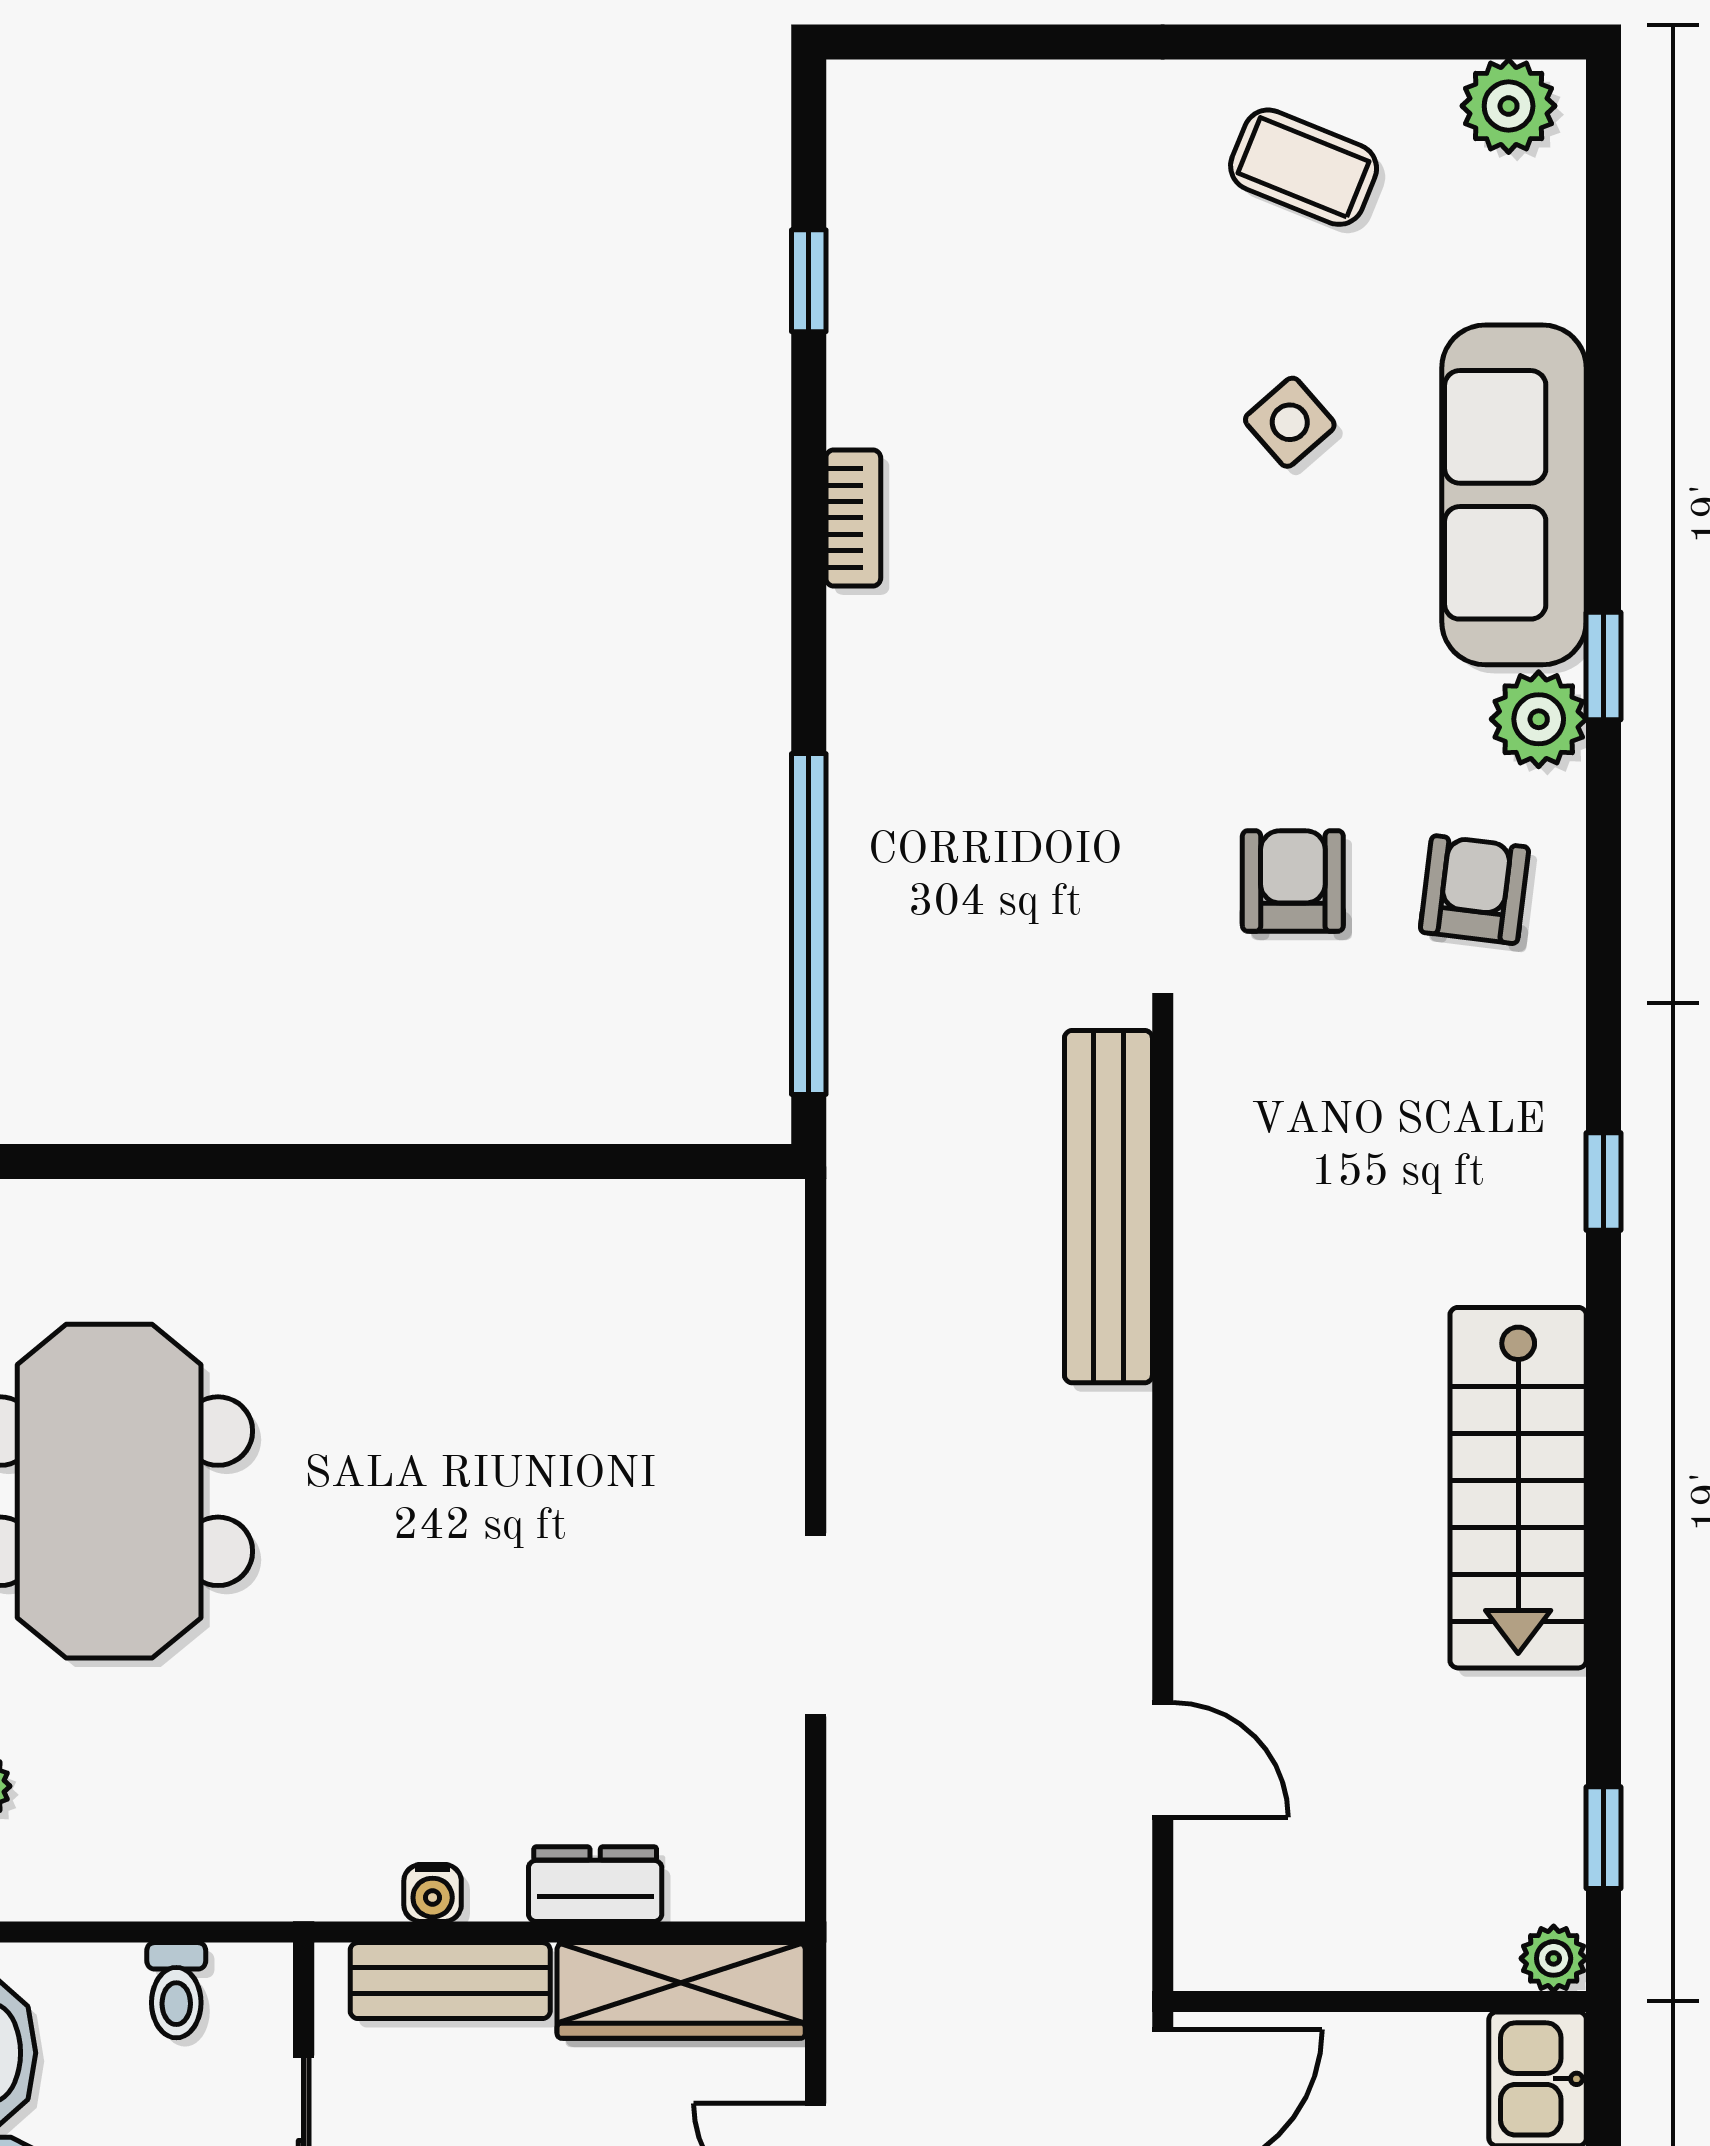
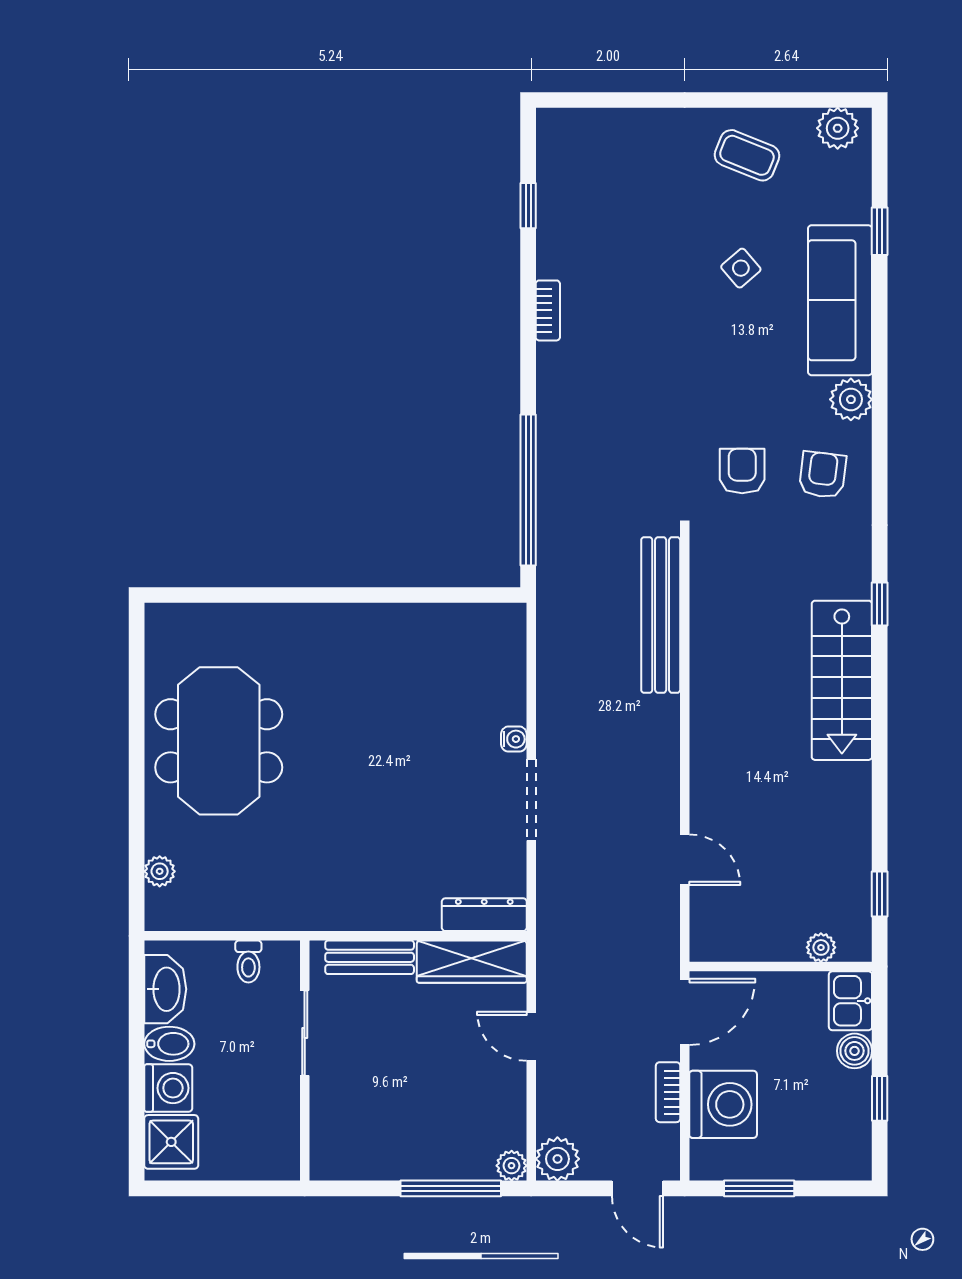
window: (1604, 666) -> (880, 231), moved
stairs: (1518, 1488) -> (842, 680), moved
dresser: (595, 1884) -> (484, 915), moved, width x1.44
water cooler: (433, 1893) -> (514, 739), moved, turned -90
plant: (1554, 1958) -> (821, 947), moved

